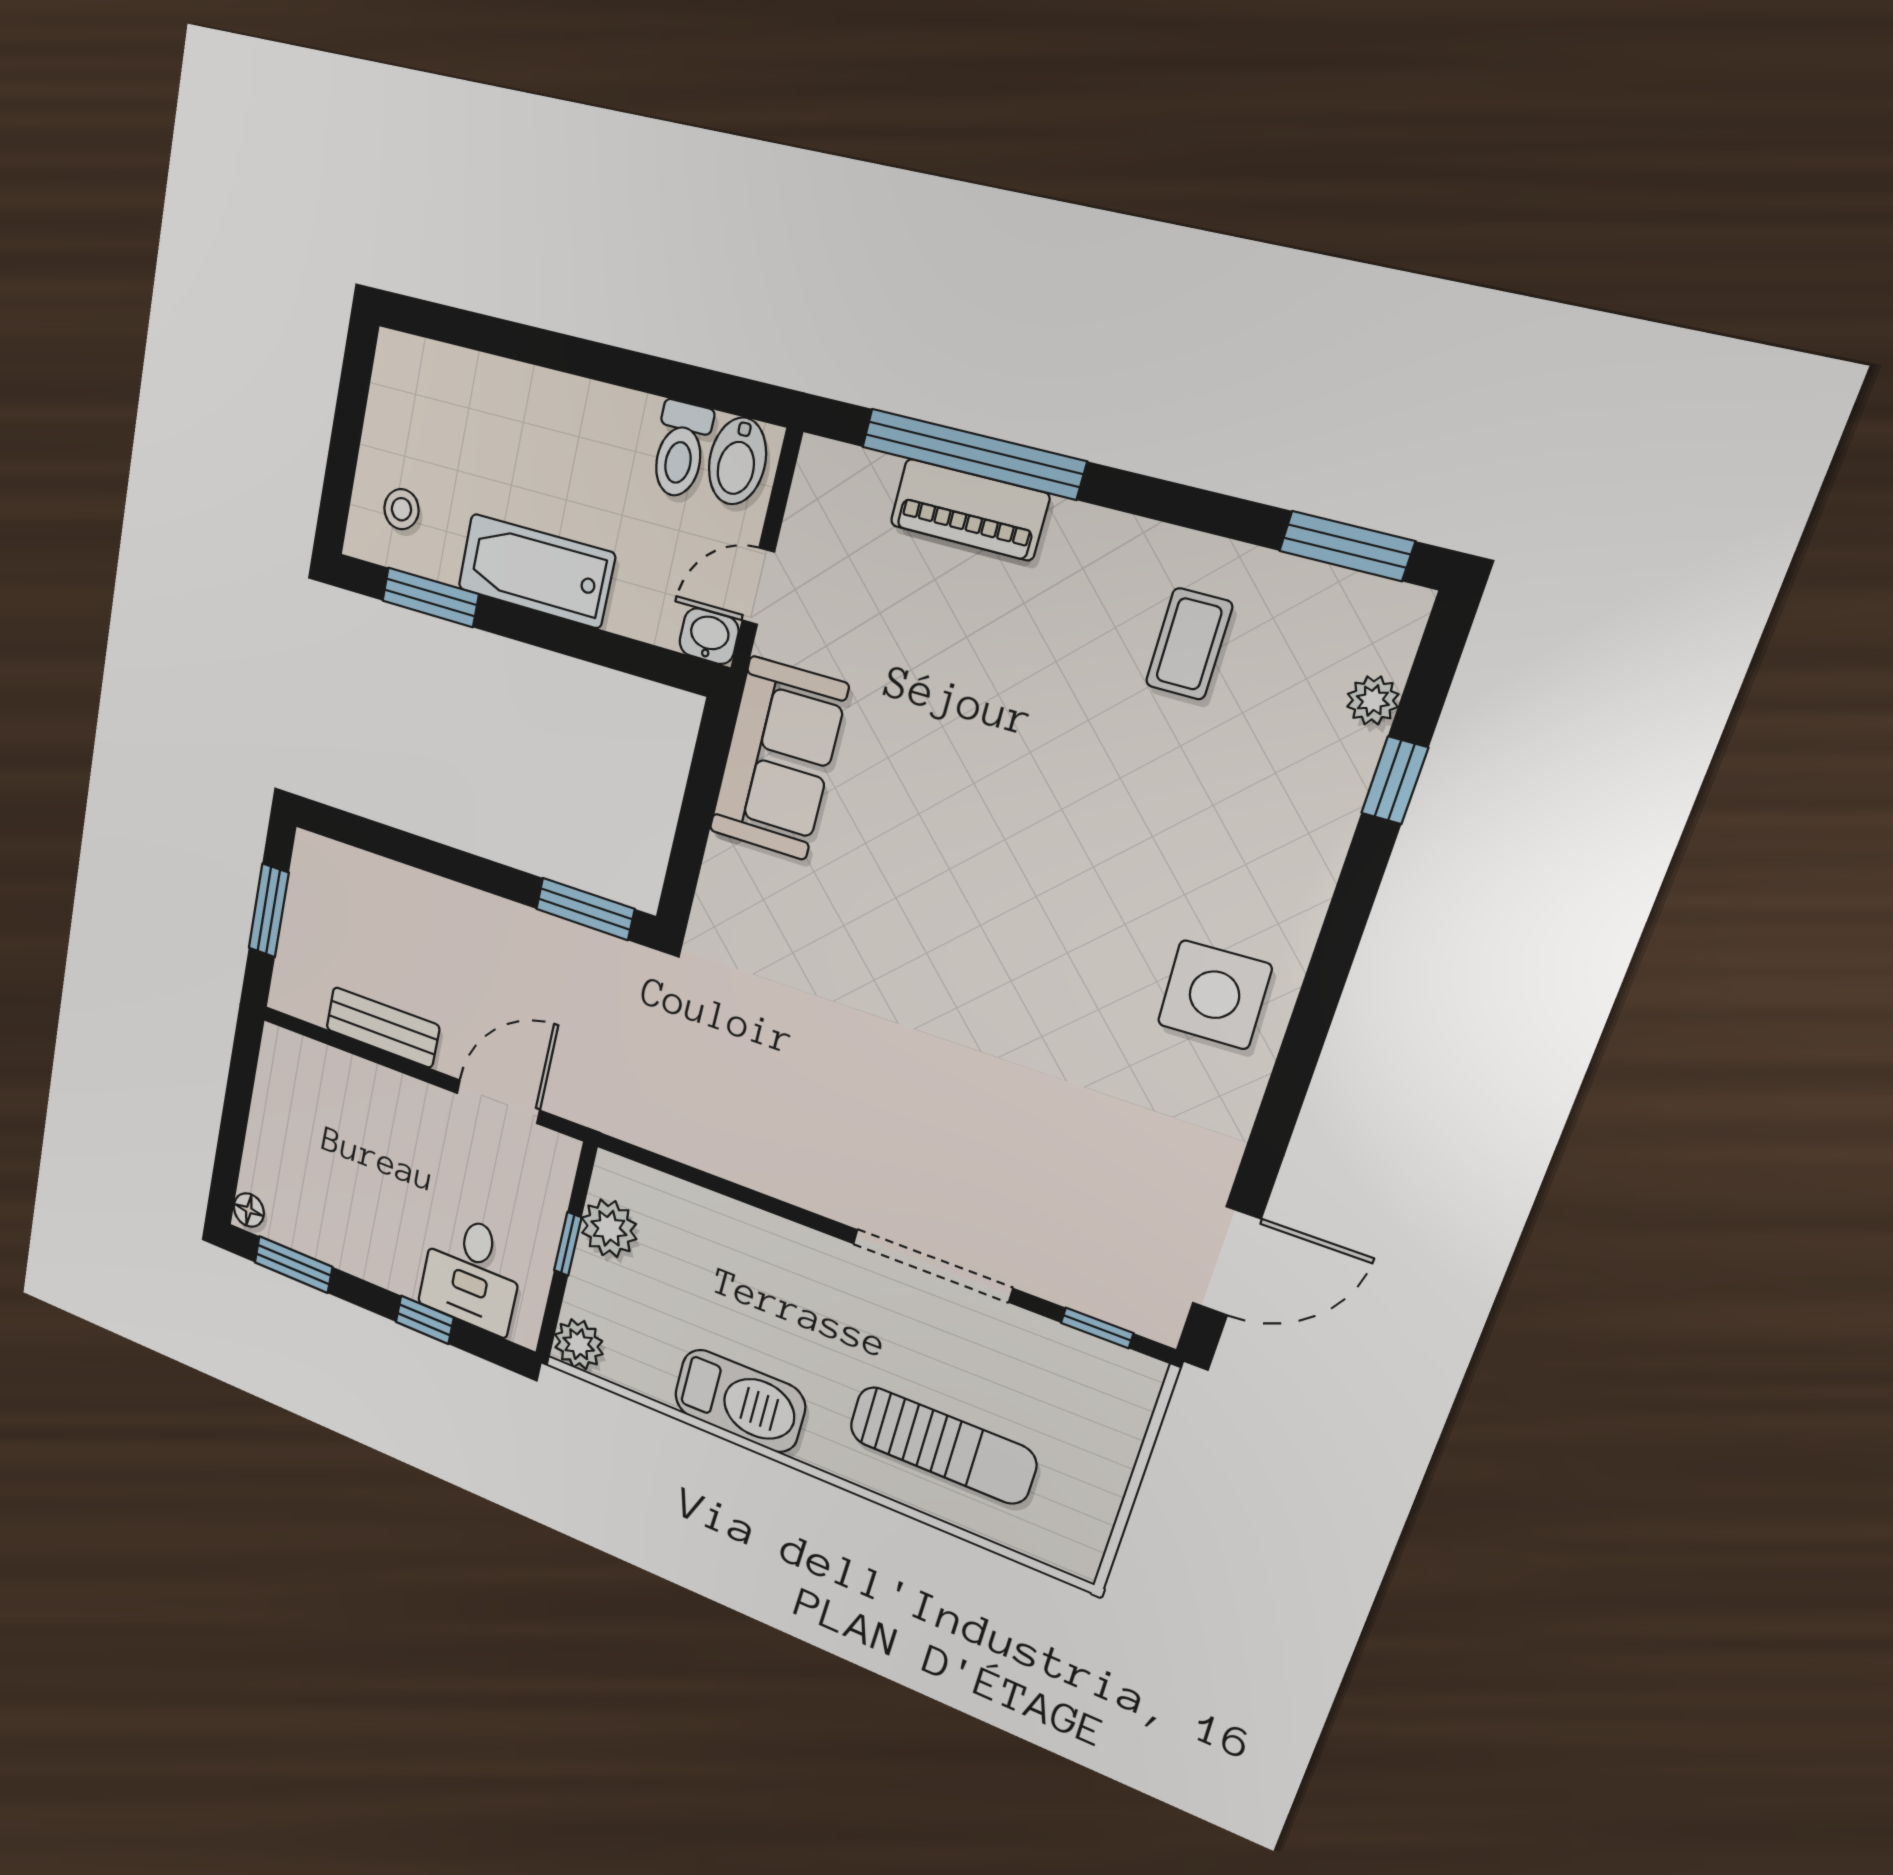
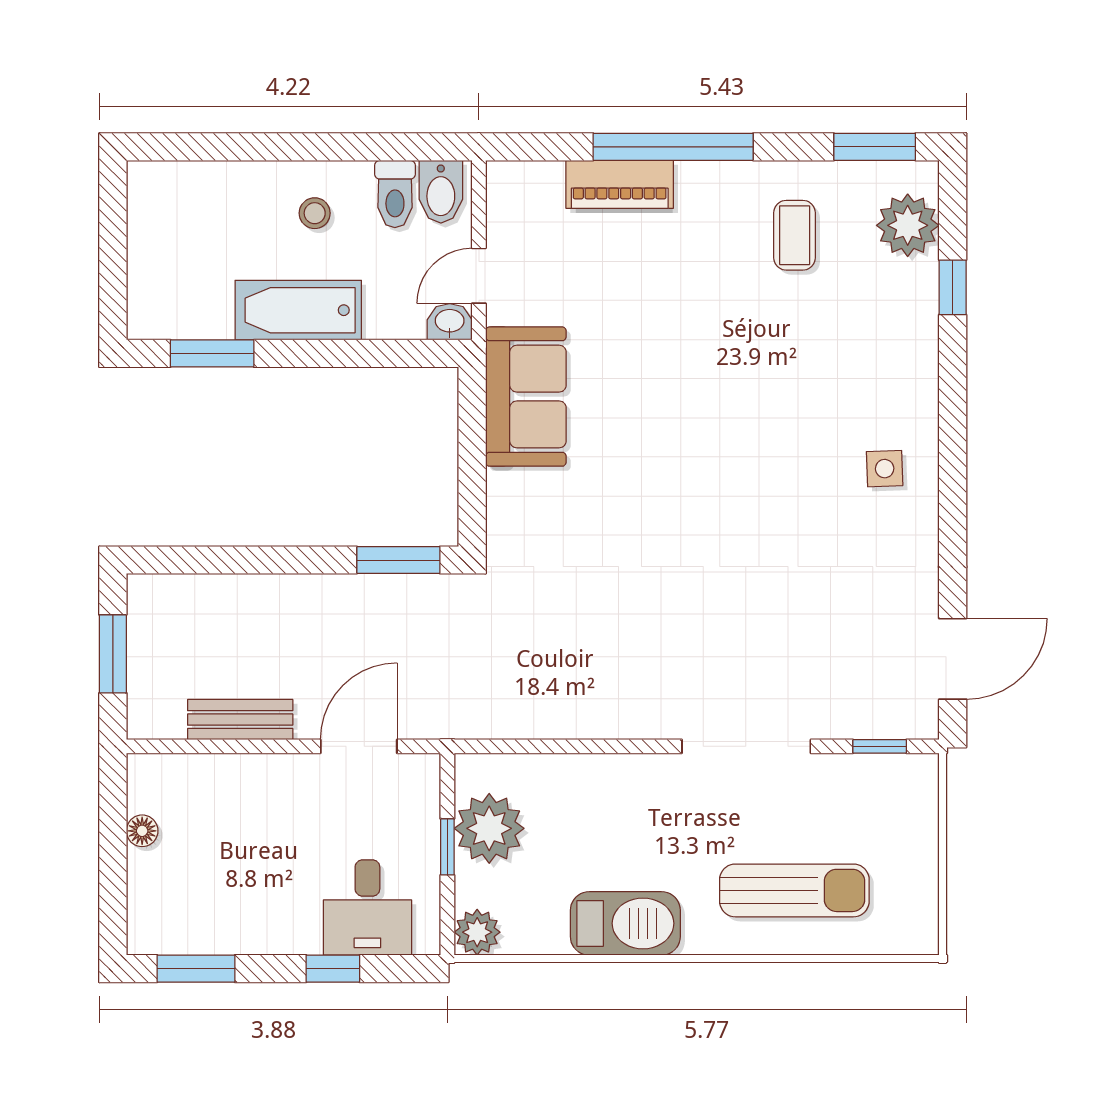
window: (973, 454) -> (673, 147), moved
stool: (401, 509) -> (315, 213), moved
plant: (1373, 700) -> (908, 225), width x1.88, depth x1.88
side table: (1214, 995) -> (885, 469), width x0.54, depth x0.54
floor lamp: (249, 1210) -> (142, 831), moved
plant: (609, 1228) -> (489, 828), width x1.36, depth x1.36

